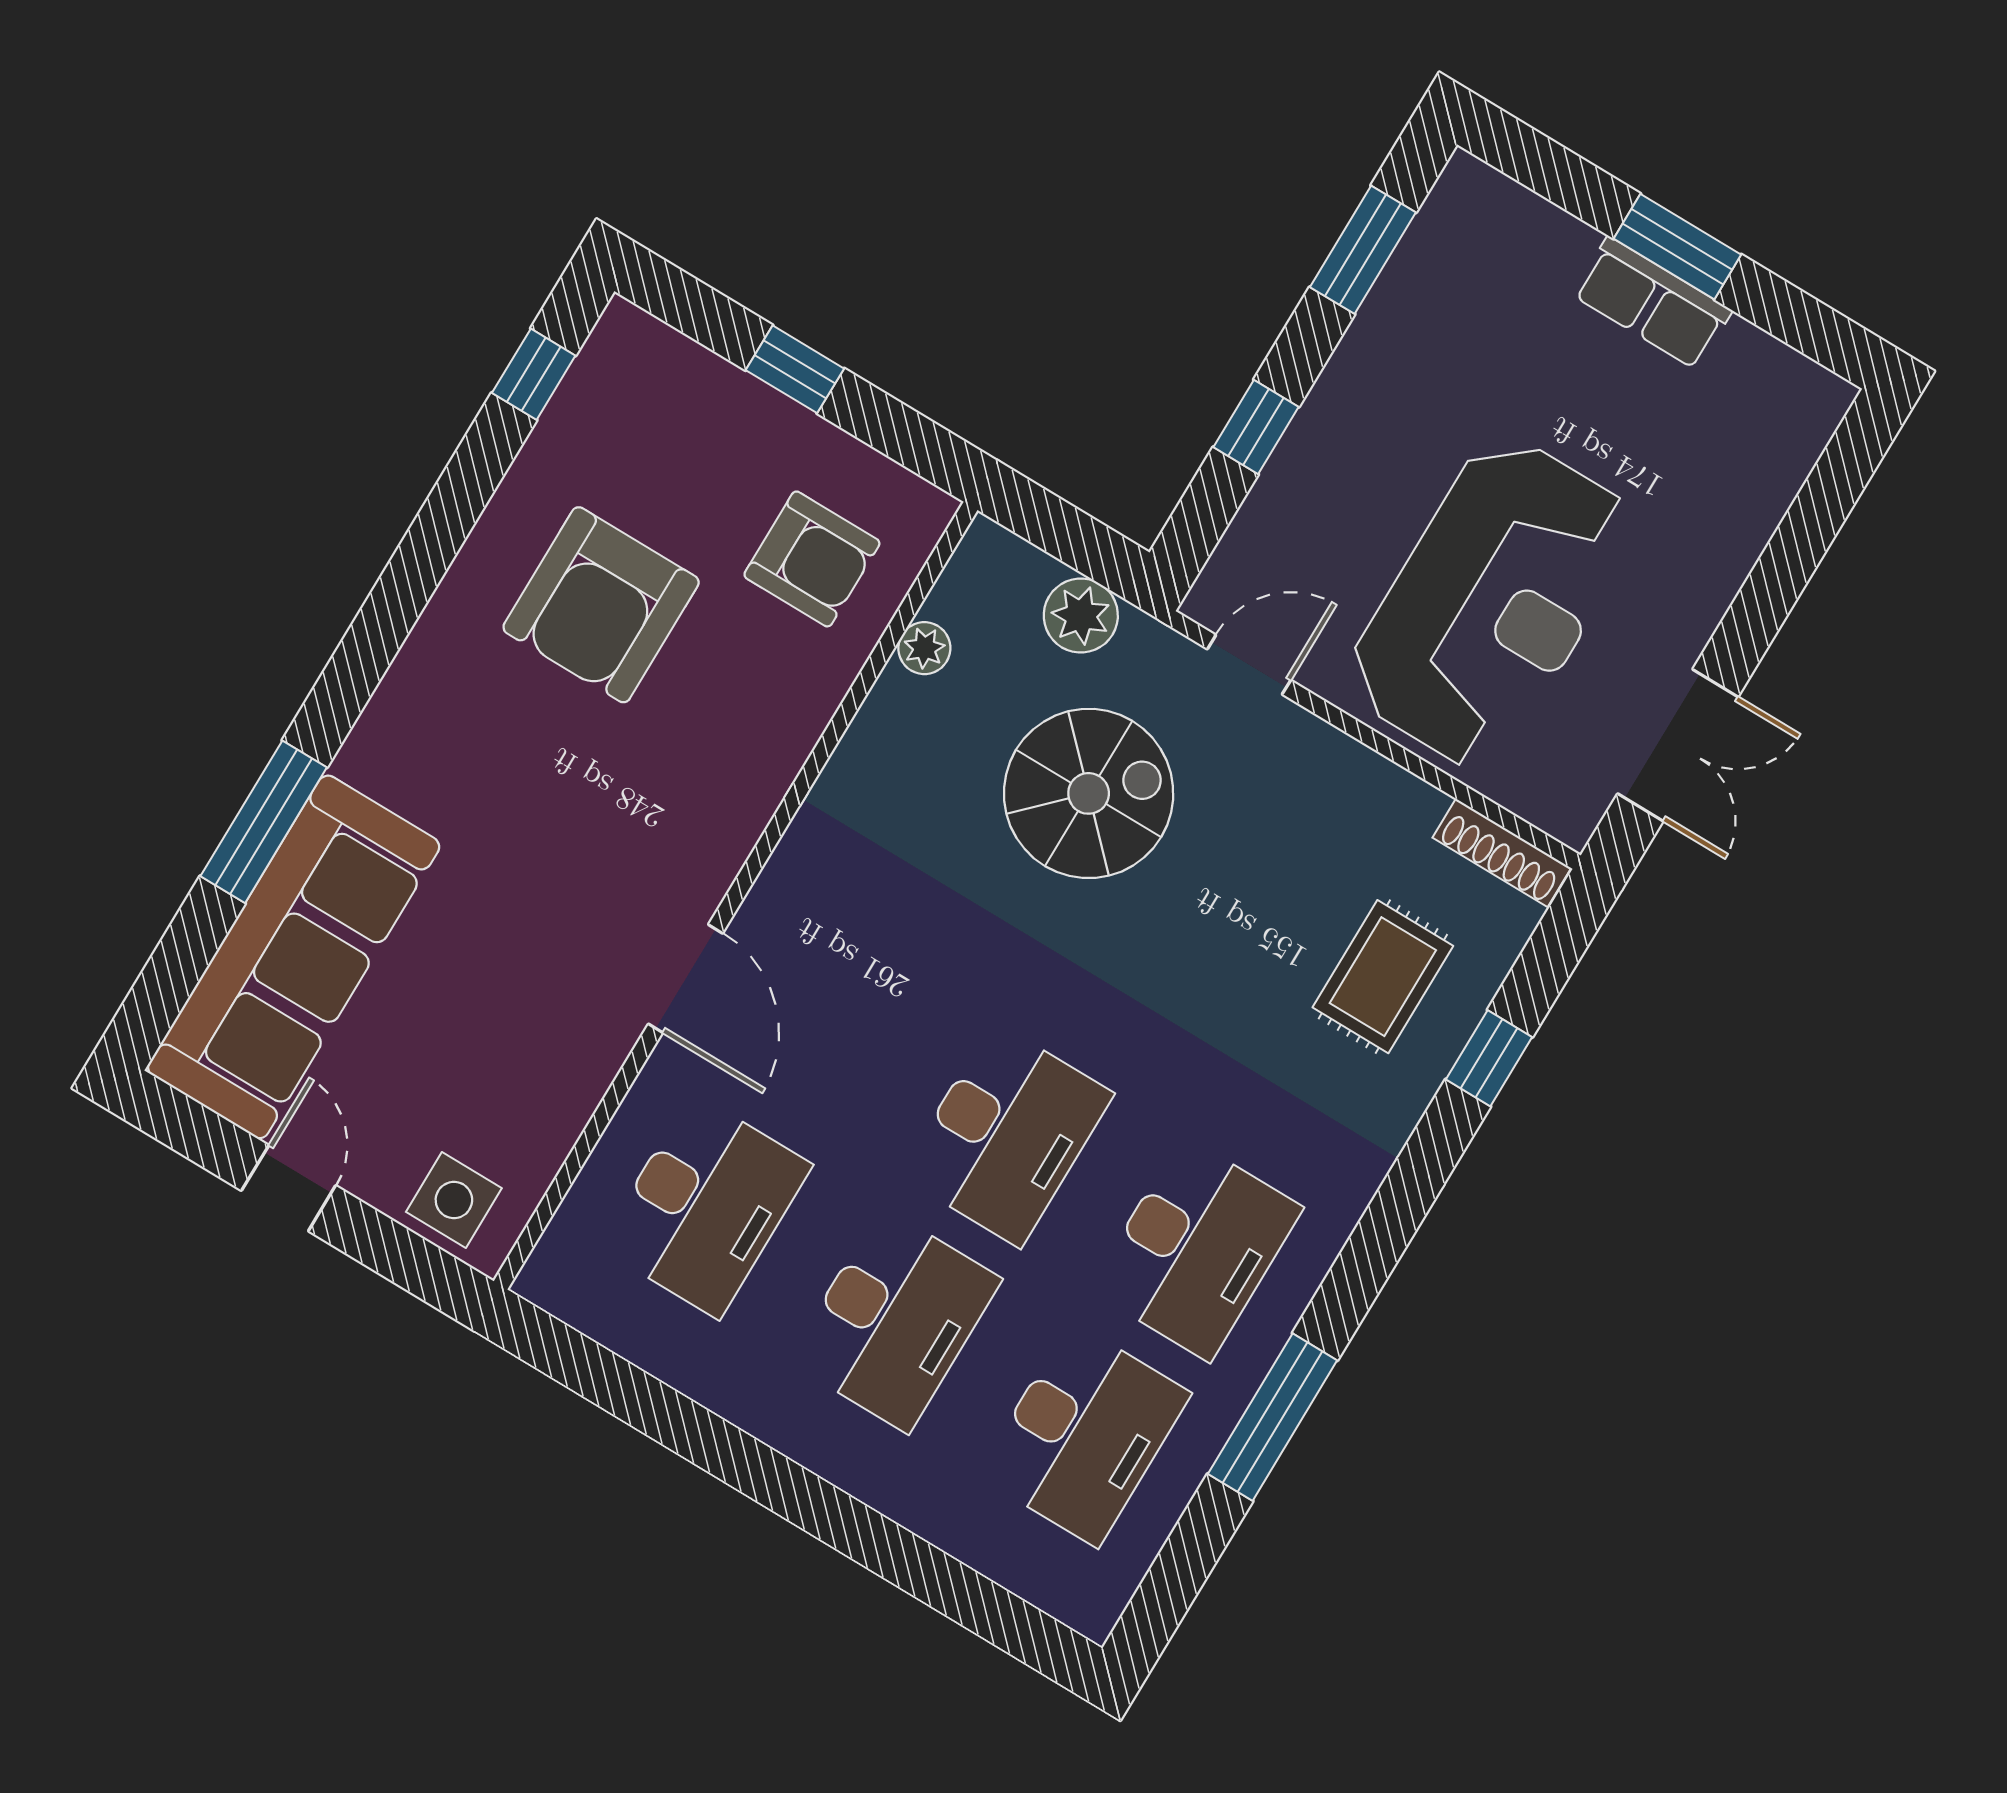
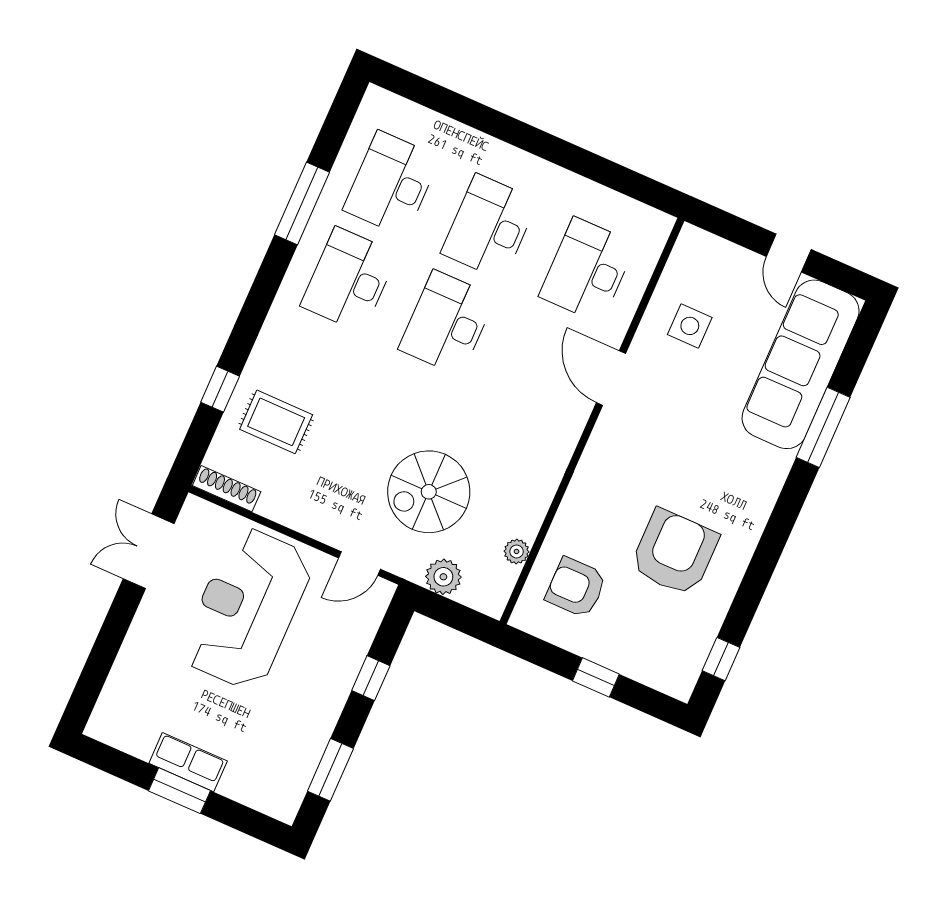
rug: (1383, 977) -> (276, 422), turned 90
side table: (454, 1200) -> (690, 326), moved

